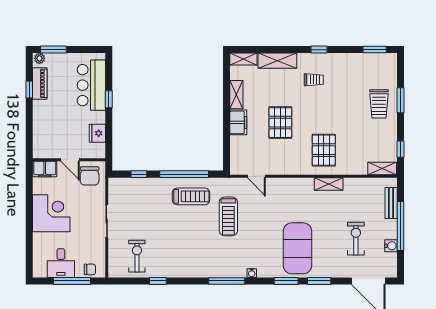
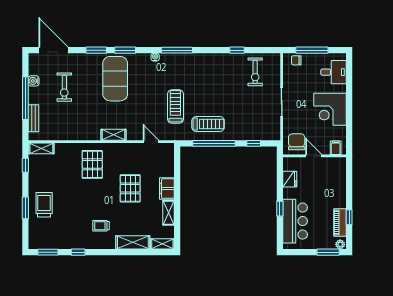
window: (319, 50) -> (78, 252), moved
filing cabinet: (45, 169) -> (336, 148), width x0.50
shelving: (329, 184) -> (114, 135), moved
treadmill: (191, 196) -> (208, 124), turned 180
desk: (61, 263) -> (334, 72), moved, turned 90

